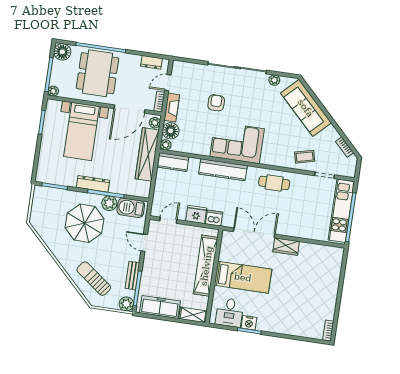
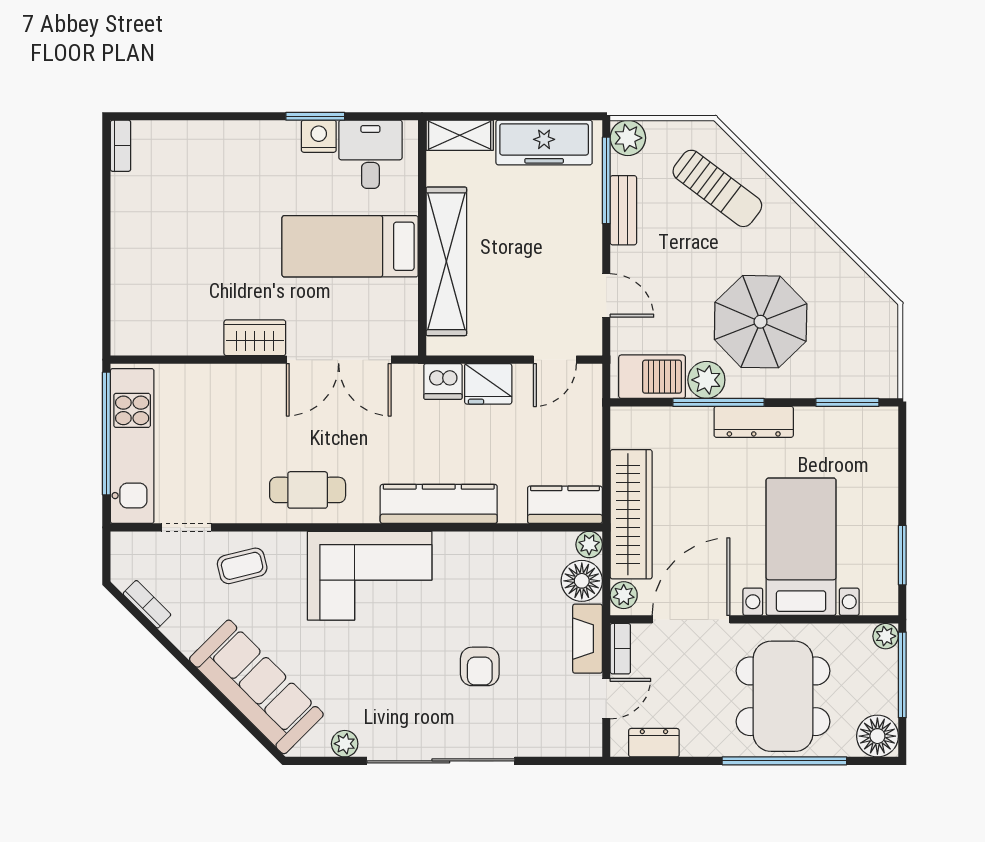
corner sofa: (237, 143) -> (370, 576), moved

